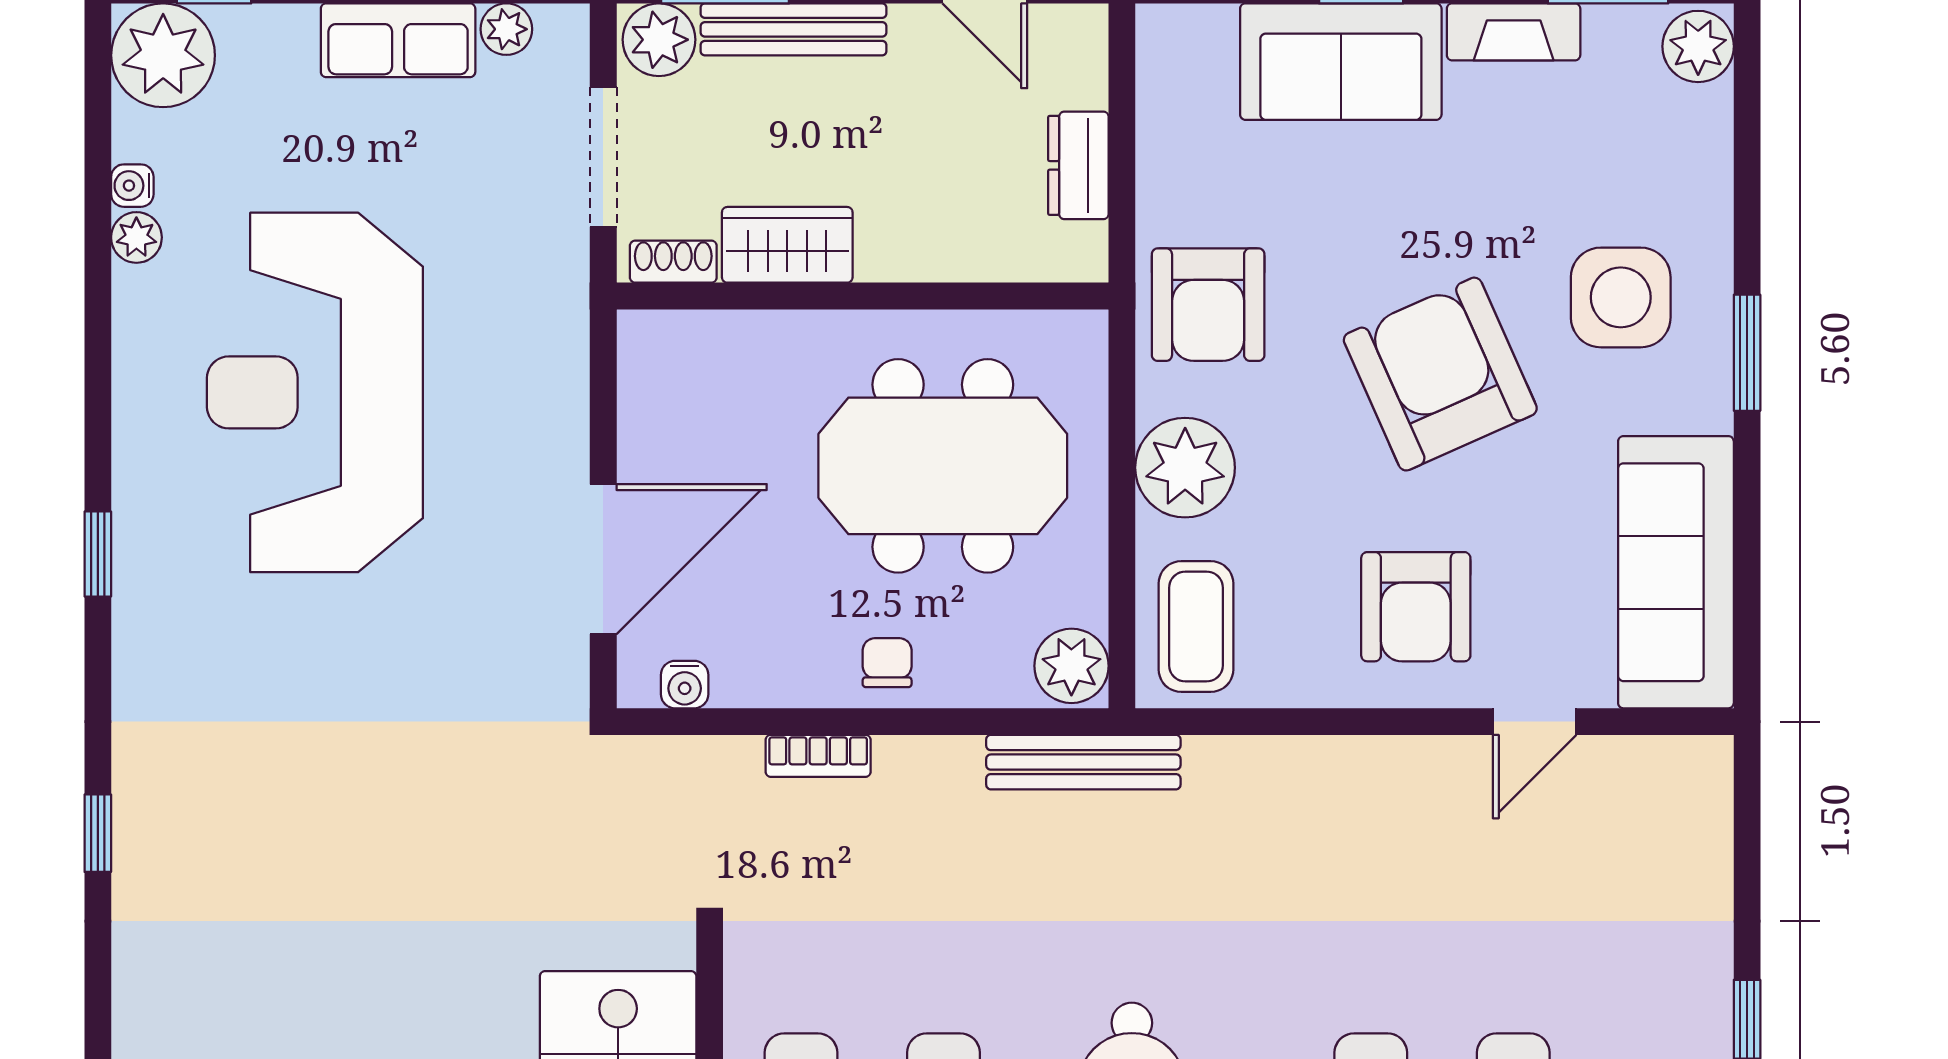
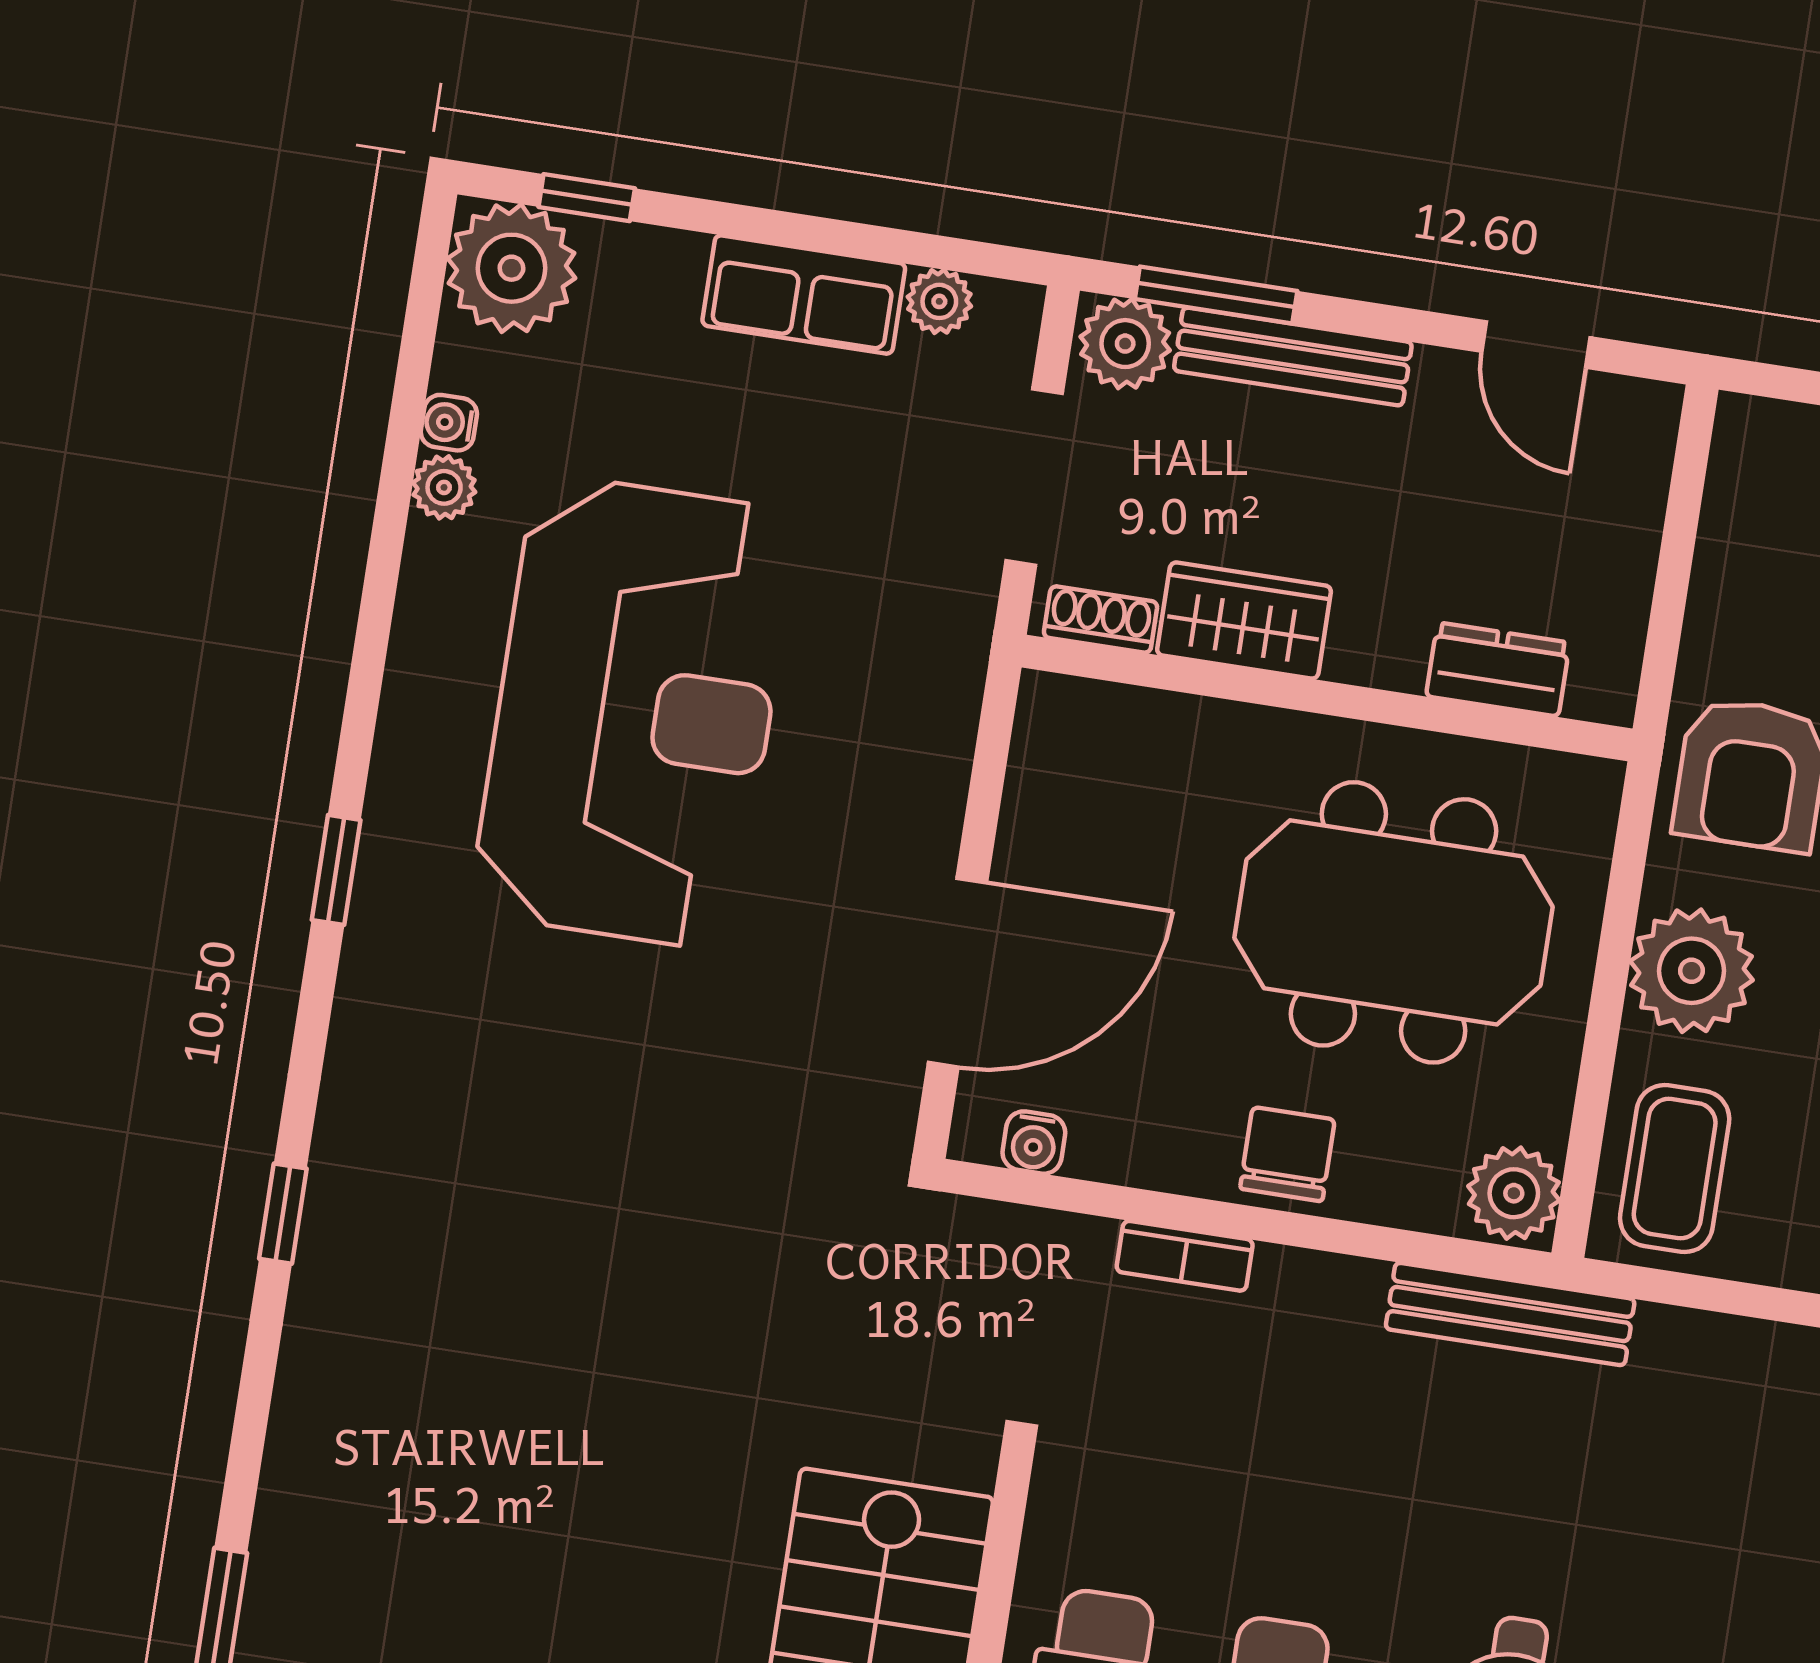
dresser: (1078, 165) -> (1498, 669), moved, turned 90
reception desk: (315, 392) -> (634, 712), turned 180
chair: (887, 663) -> (1287, 1154), width x1.37, depth x1.37

